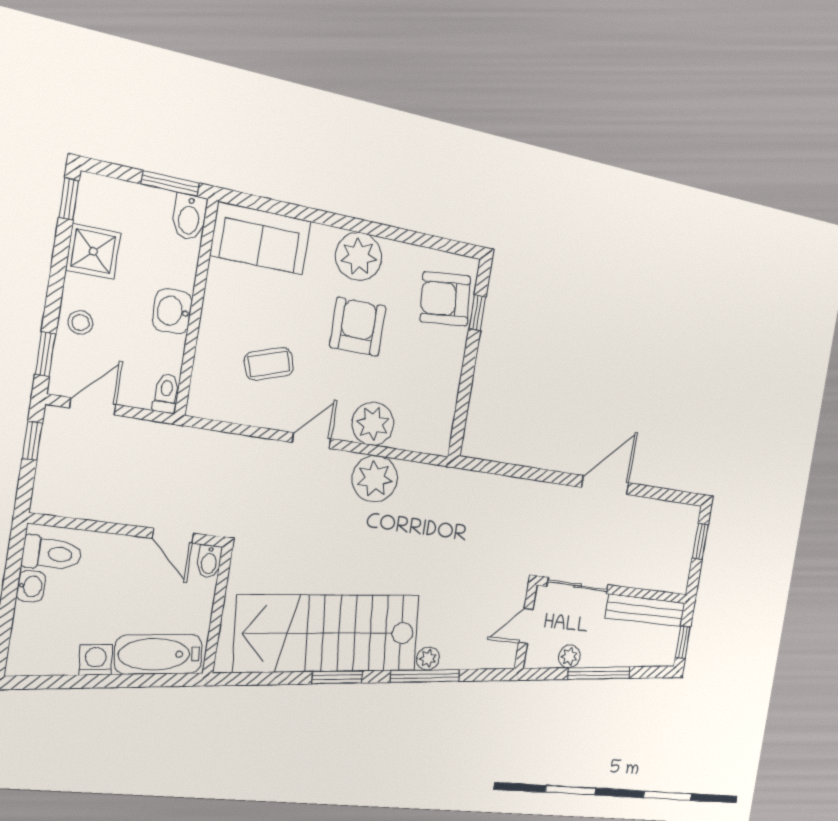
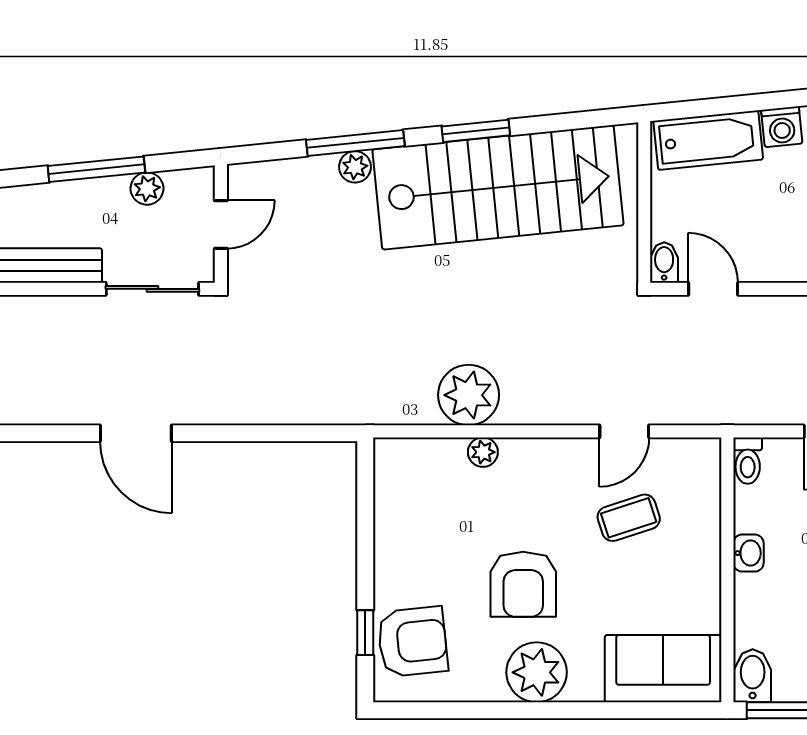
washbasin: (172, 311) -> (748, 553), width x0.72, depth x0.69
plant: (373, 424) -> (483, 452), width x0.53, depth x0.53
door: (311, 441) -> (624, 431), moved
door: (605, 485) -> (136, 433), hinge flipped

